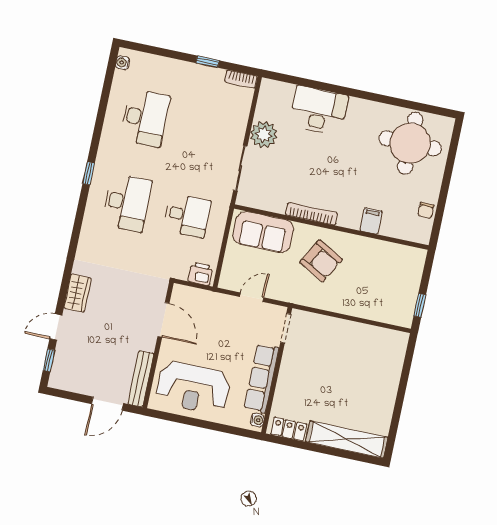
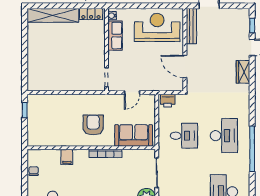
window: (89, 173) -> (252, 149), width x3.17
desk: (127, 203) -> (224, 136), turned 180
desk: (187, 216) -> (184, 136), turned 180
armchair: (321, 261) -> (93, 125), turned 61
row of seats: (261, 378) -> (115, 36), width x0.68

